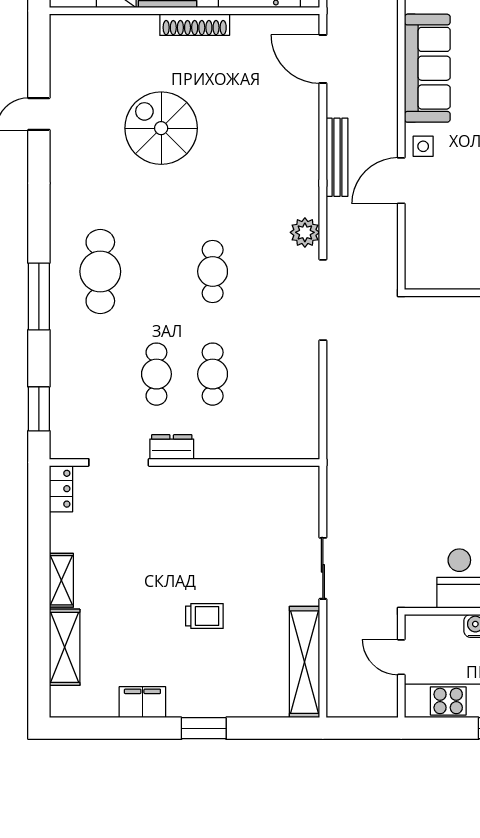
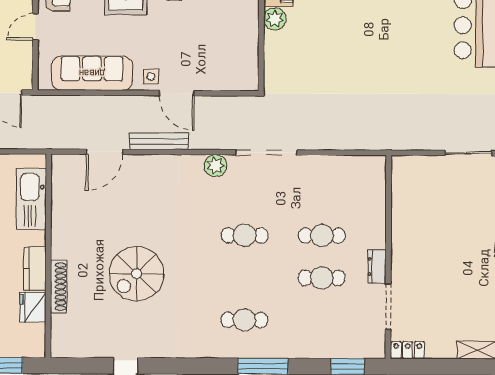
shoe rack: (195, 25) -> (59, 287), moved
door: (323, 59) -> (105, 152), moved
cafe table: (100, 271) -> (244, 320), width x0.73, depth x0.74

